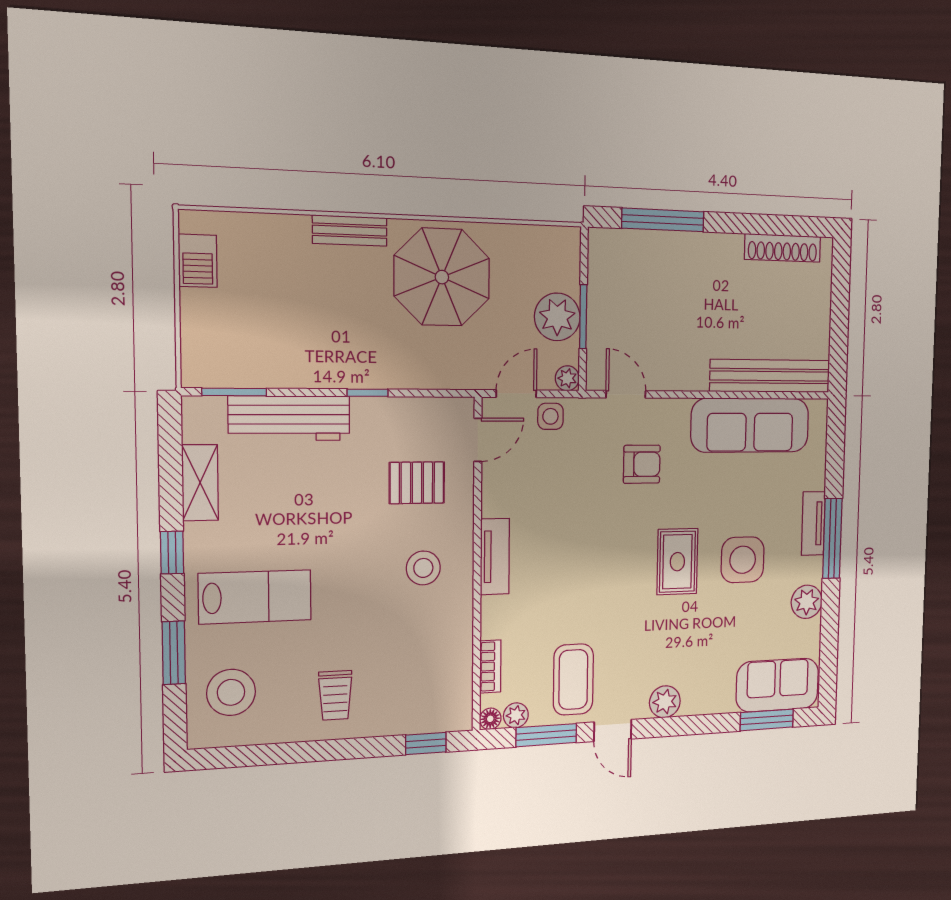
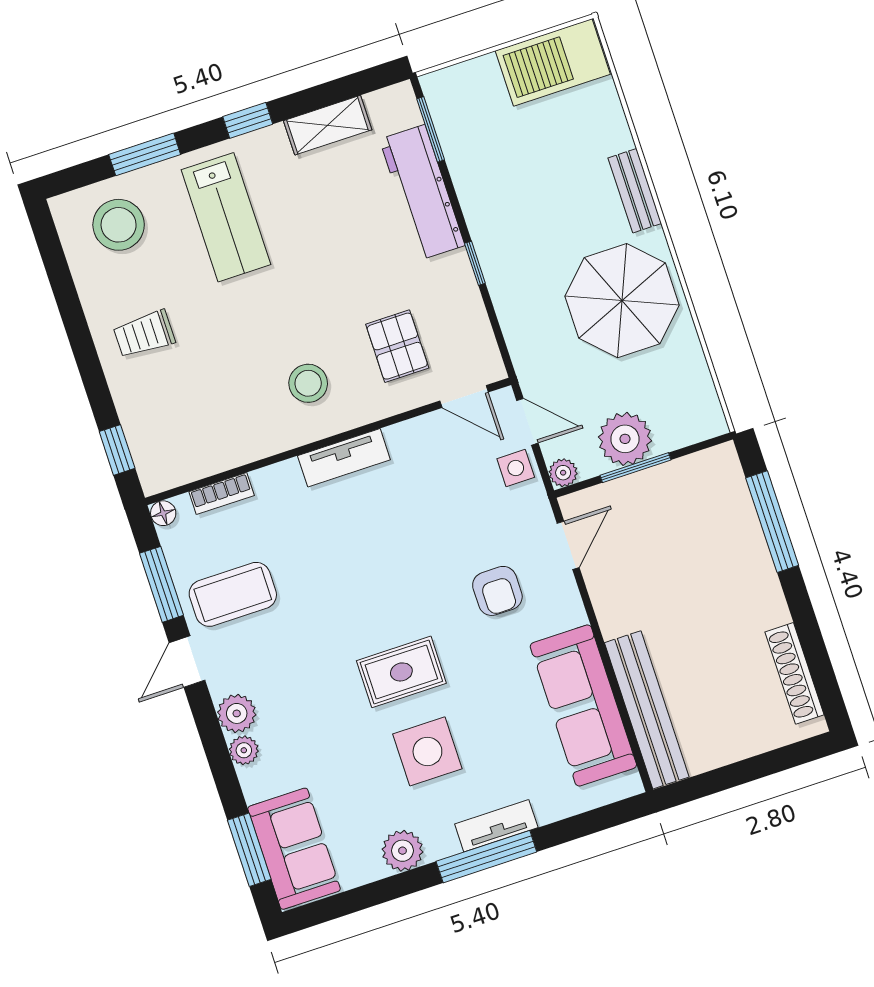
barbecue: (198, 261) -> (553, 62), width x1.88, depth x1.53
plant: (516, 715) -> (244, 750), moved

